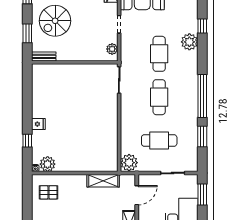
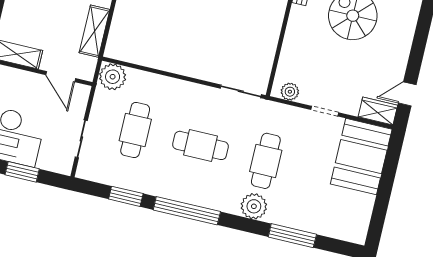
window: (202, 26) -> (292, 236), width x2.17
plant: (189, 42) -> (254, 206), moved
cafe table: (159, 54) -> (266, 161), turned 90
window: (202, 195) -> (22, 172), moved

